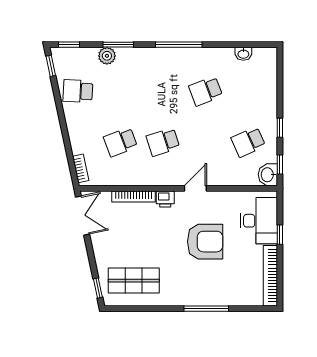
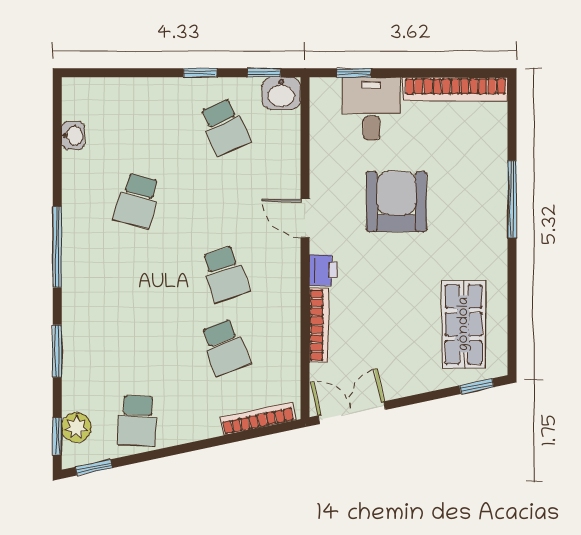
plant: (107, 56) -> (76, 427), moved
school desk: (206, 91) -> (137, 201), turned 36
bookcase: (81, 168) -> (258, 419), width x1.56
desk: (259, 221) -> (371, 109), width x0.73
window: (280, 235) -> (354, 73), moved

